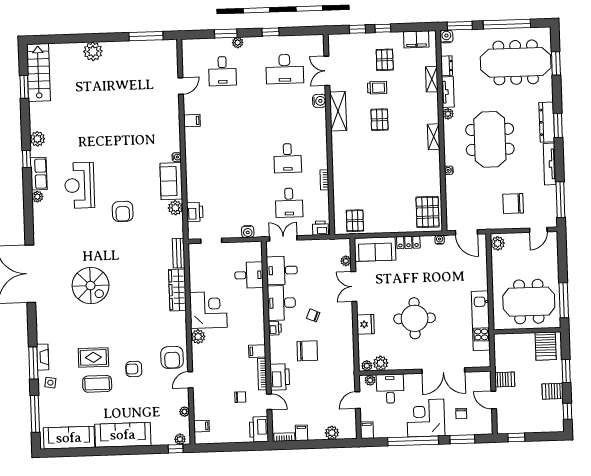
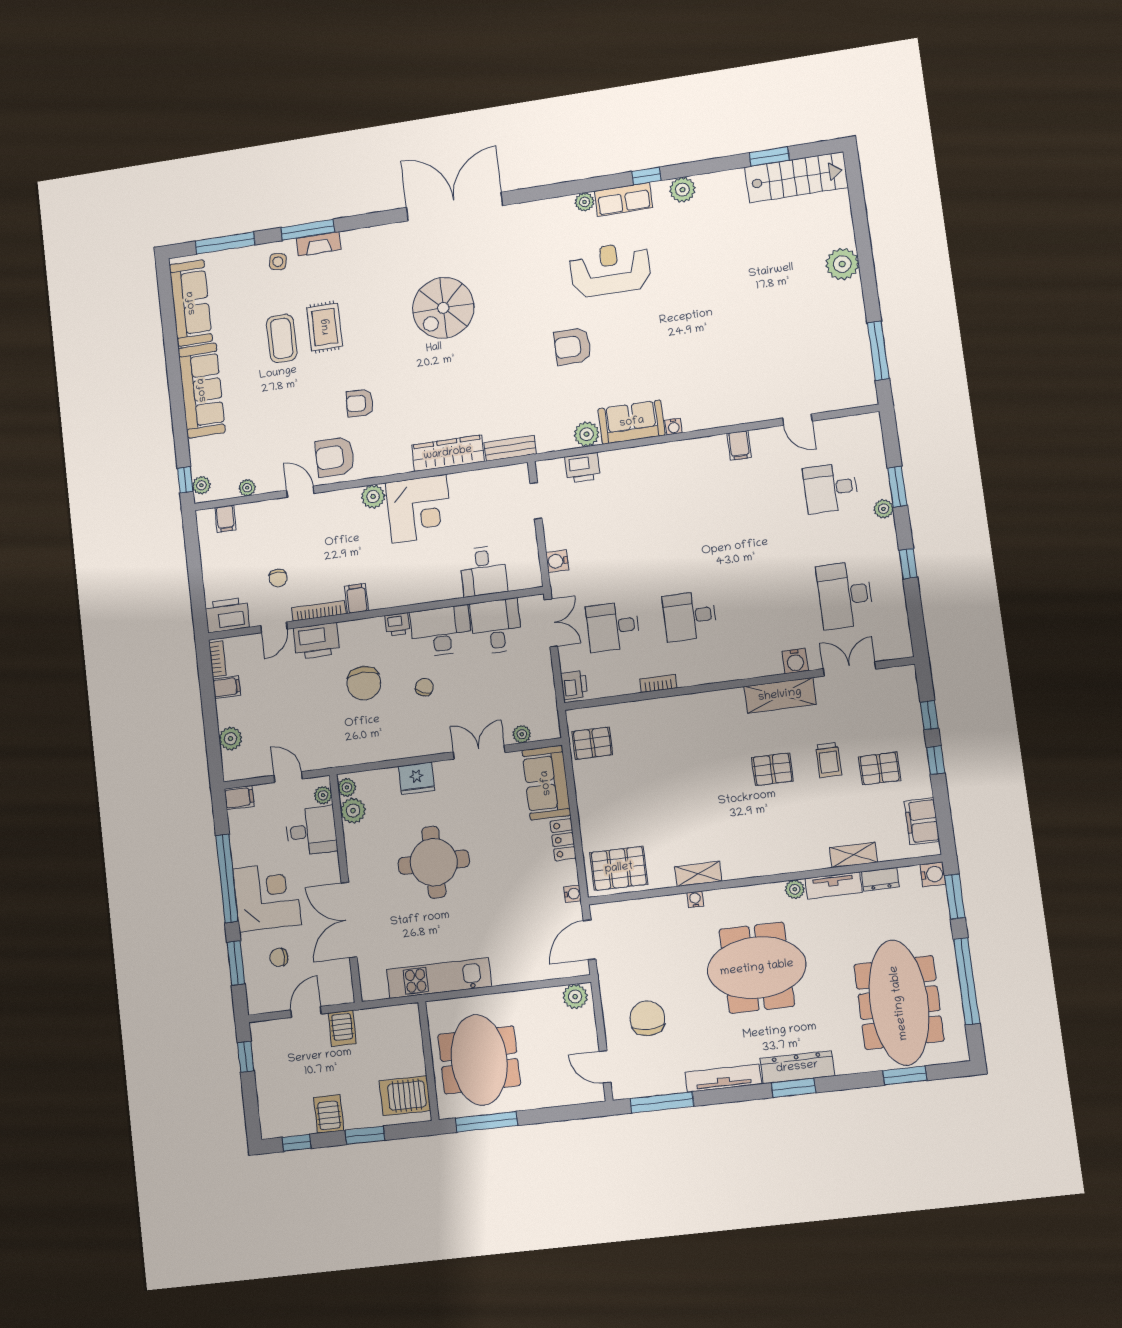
shelving: (434, 137) -> (698, 874), moved
armchair: (134, 369) -> (360, 403), moved, turned -88

